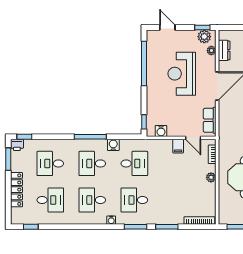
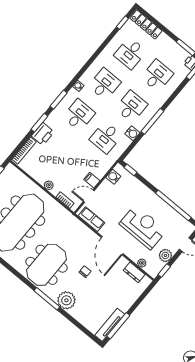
plant: (204, 37) -> (165, 255), moved
locker: (17, 190) -> (146, 24), moved
printer: (174, 216) -> (43, 134), added

